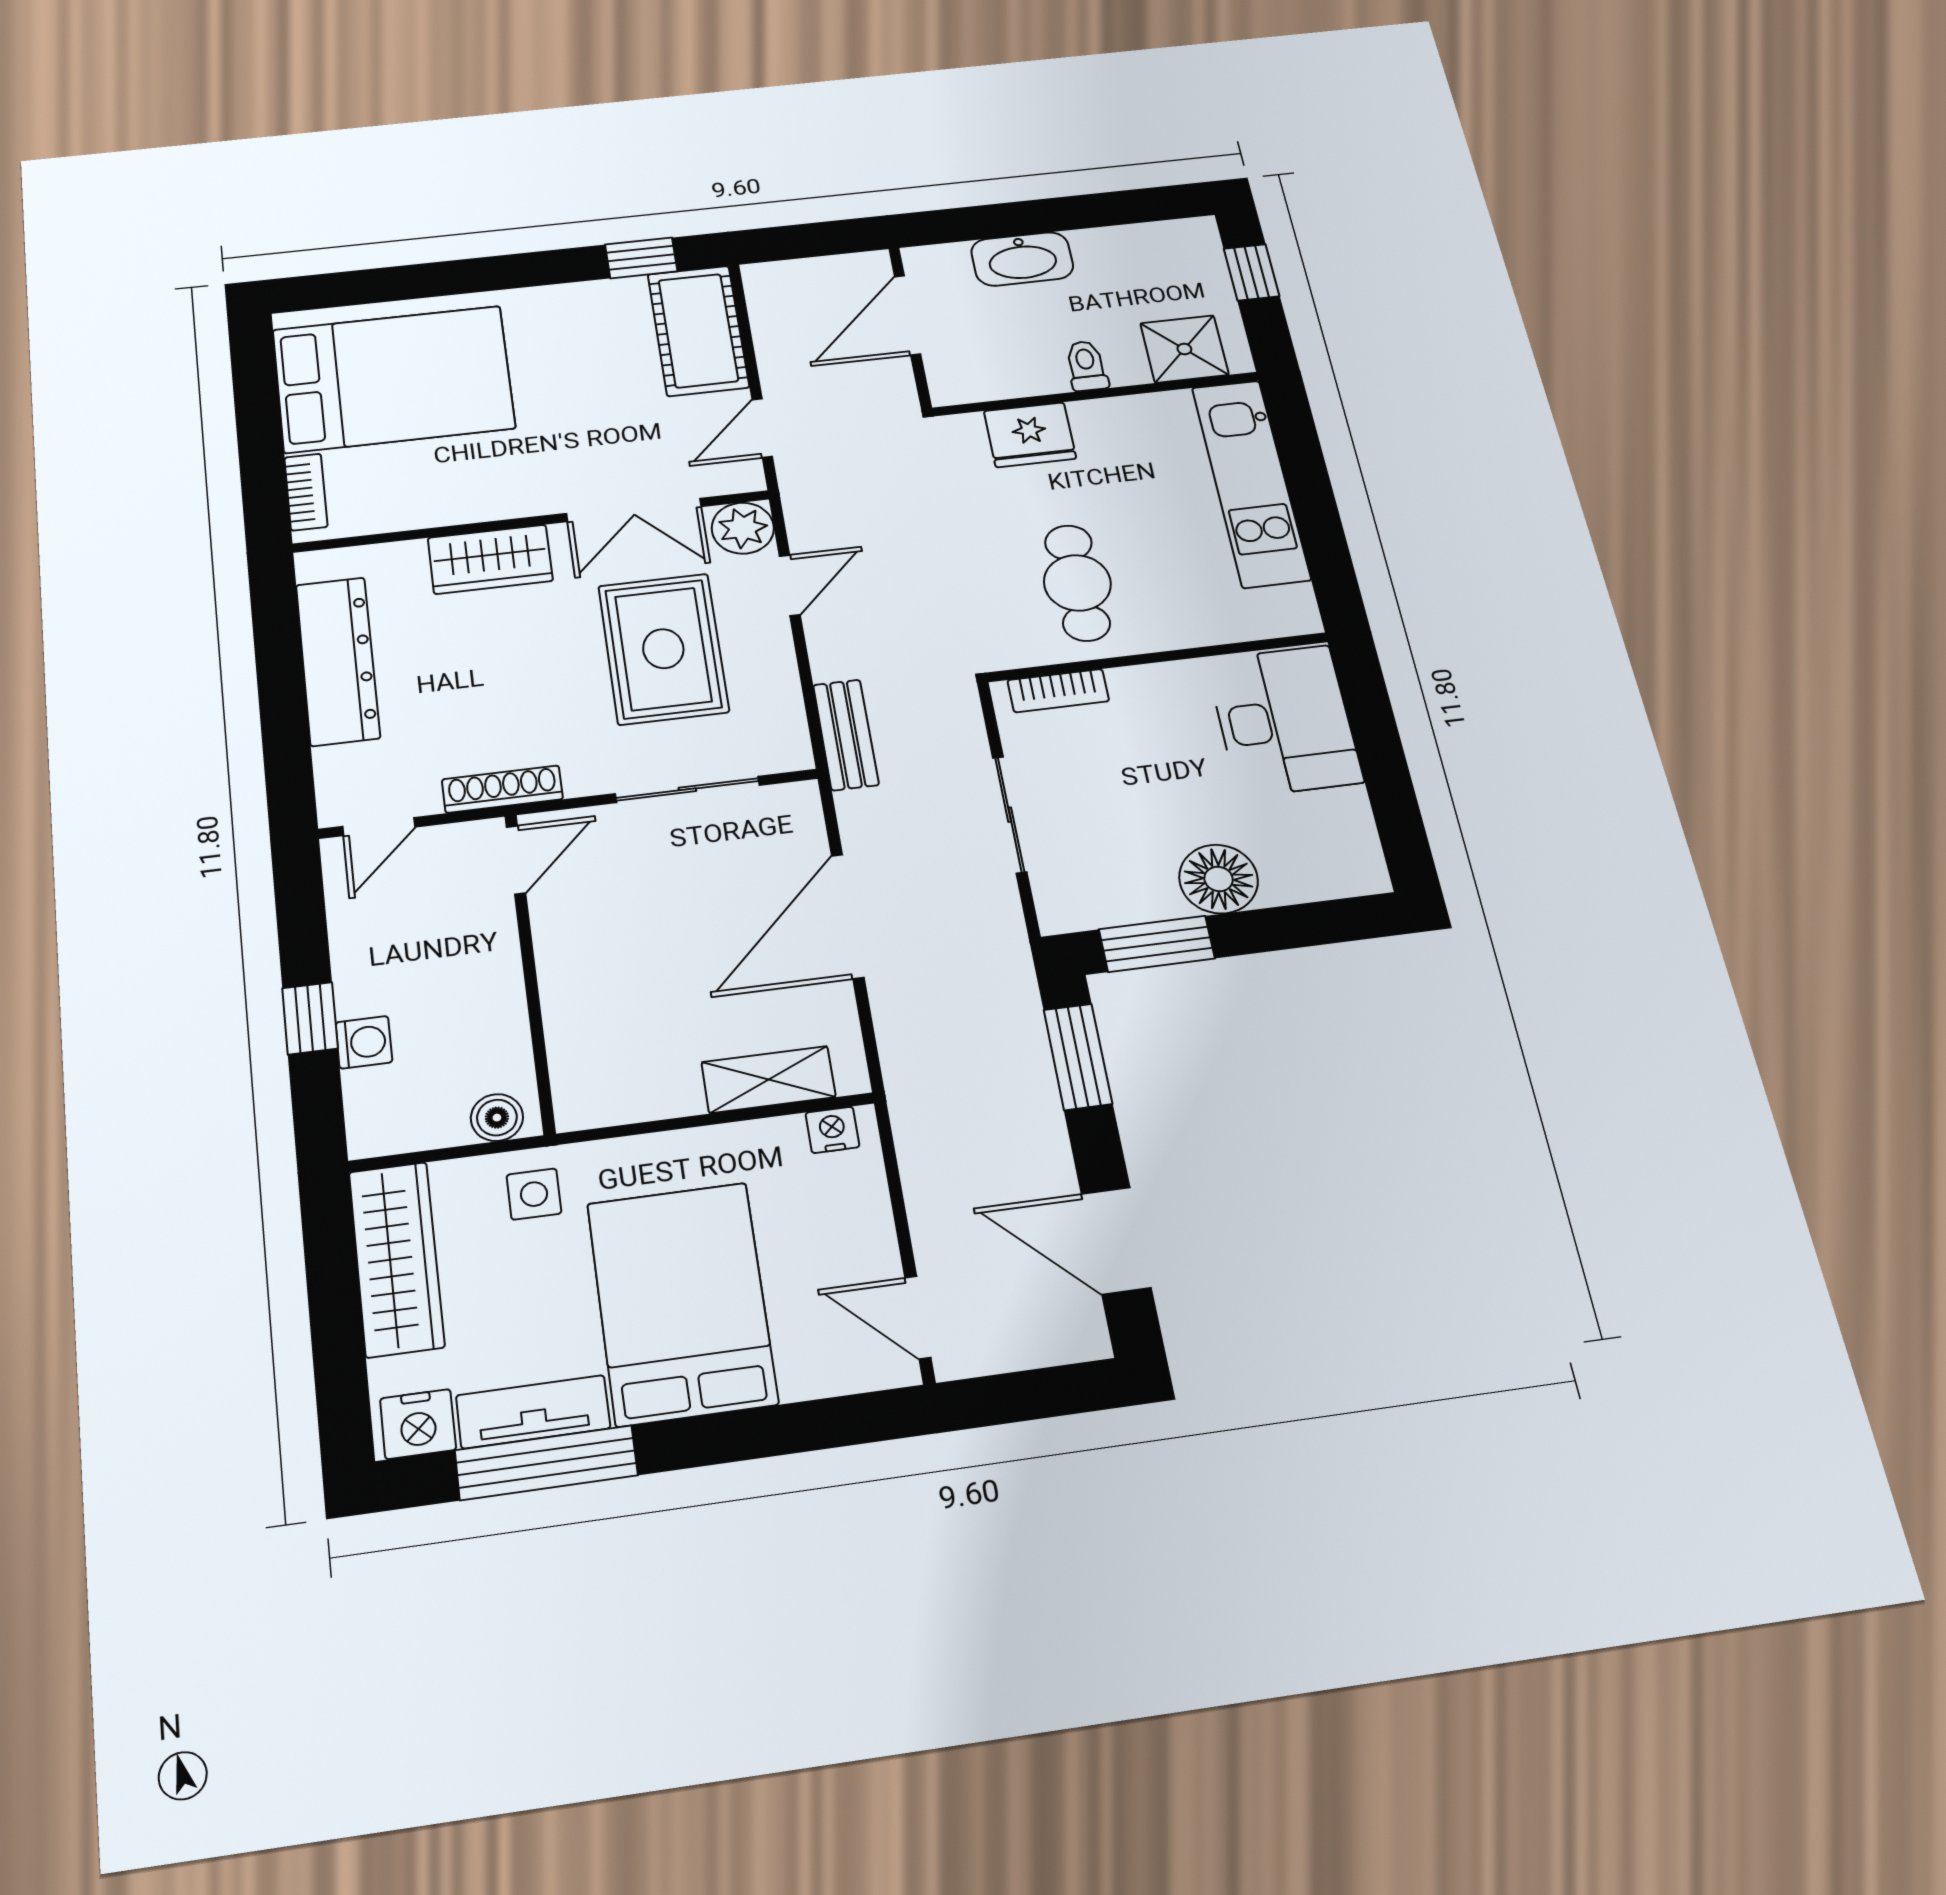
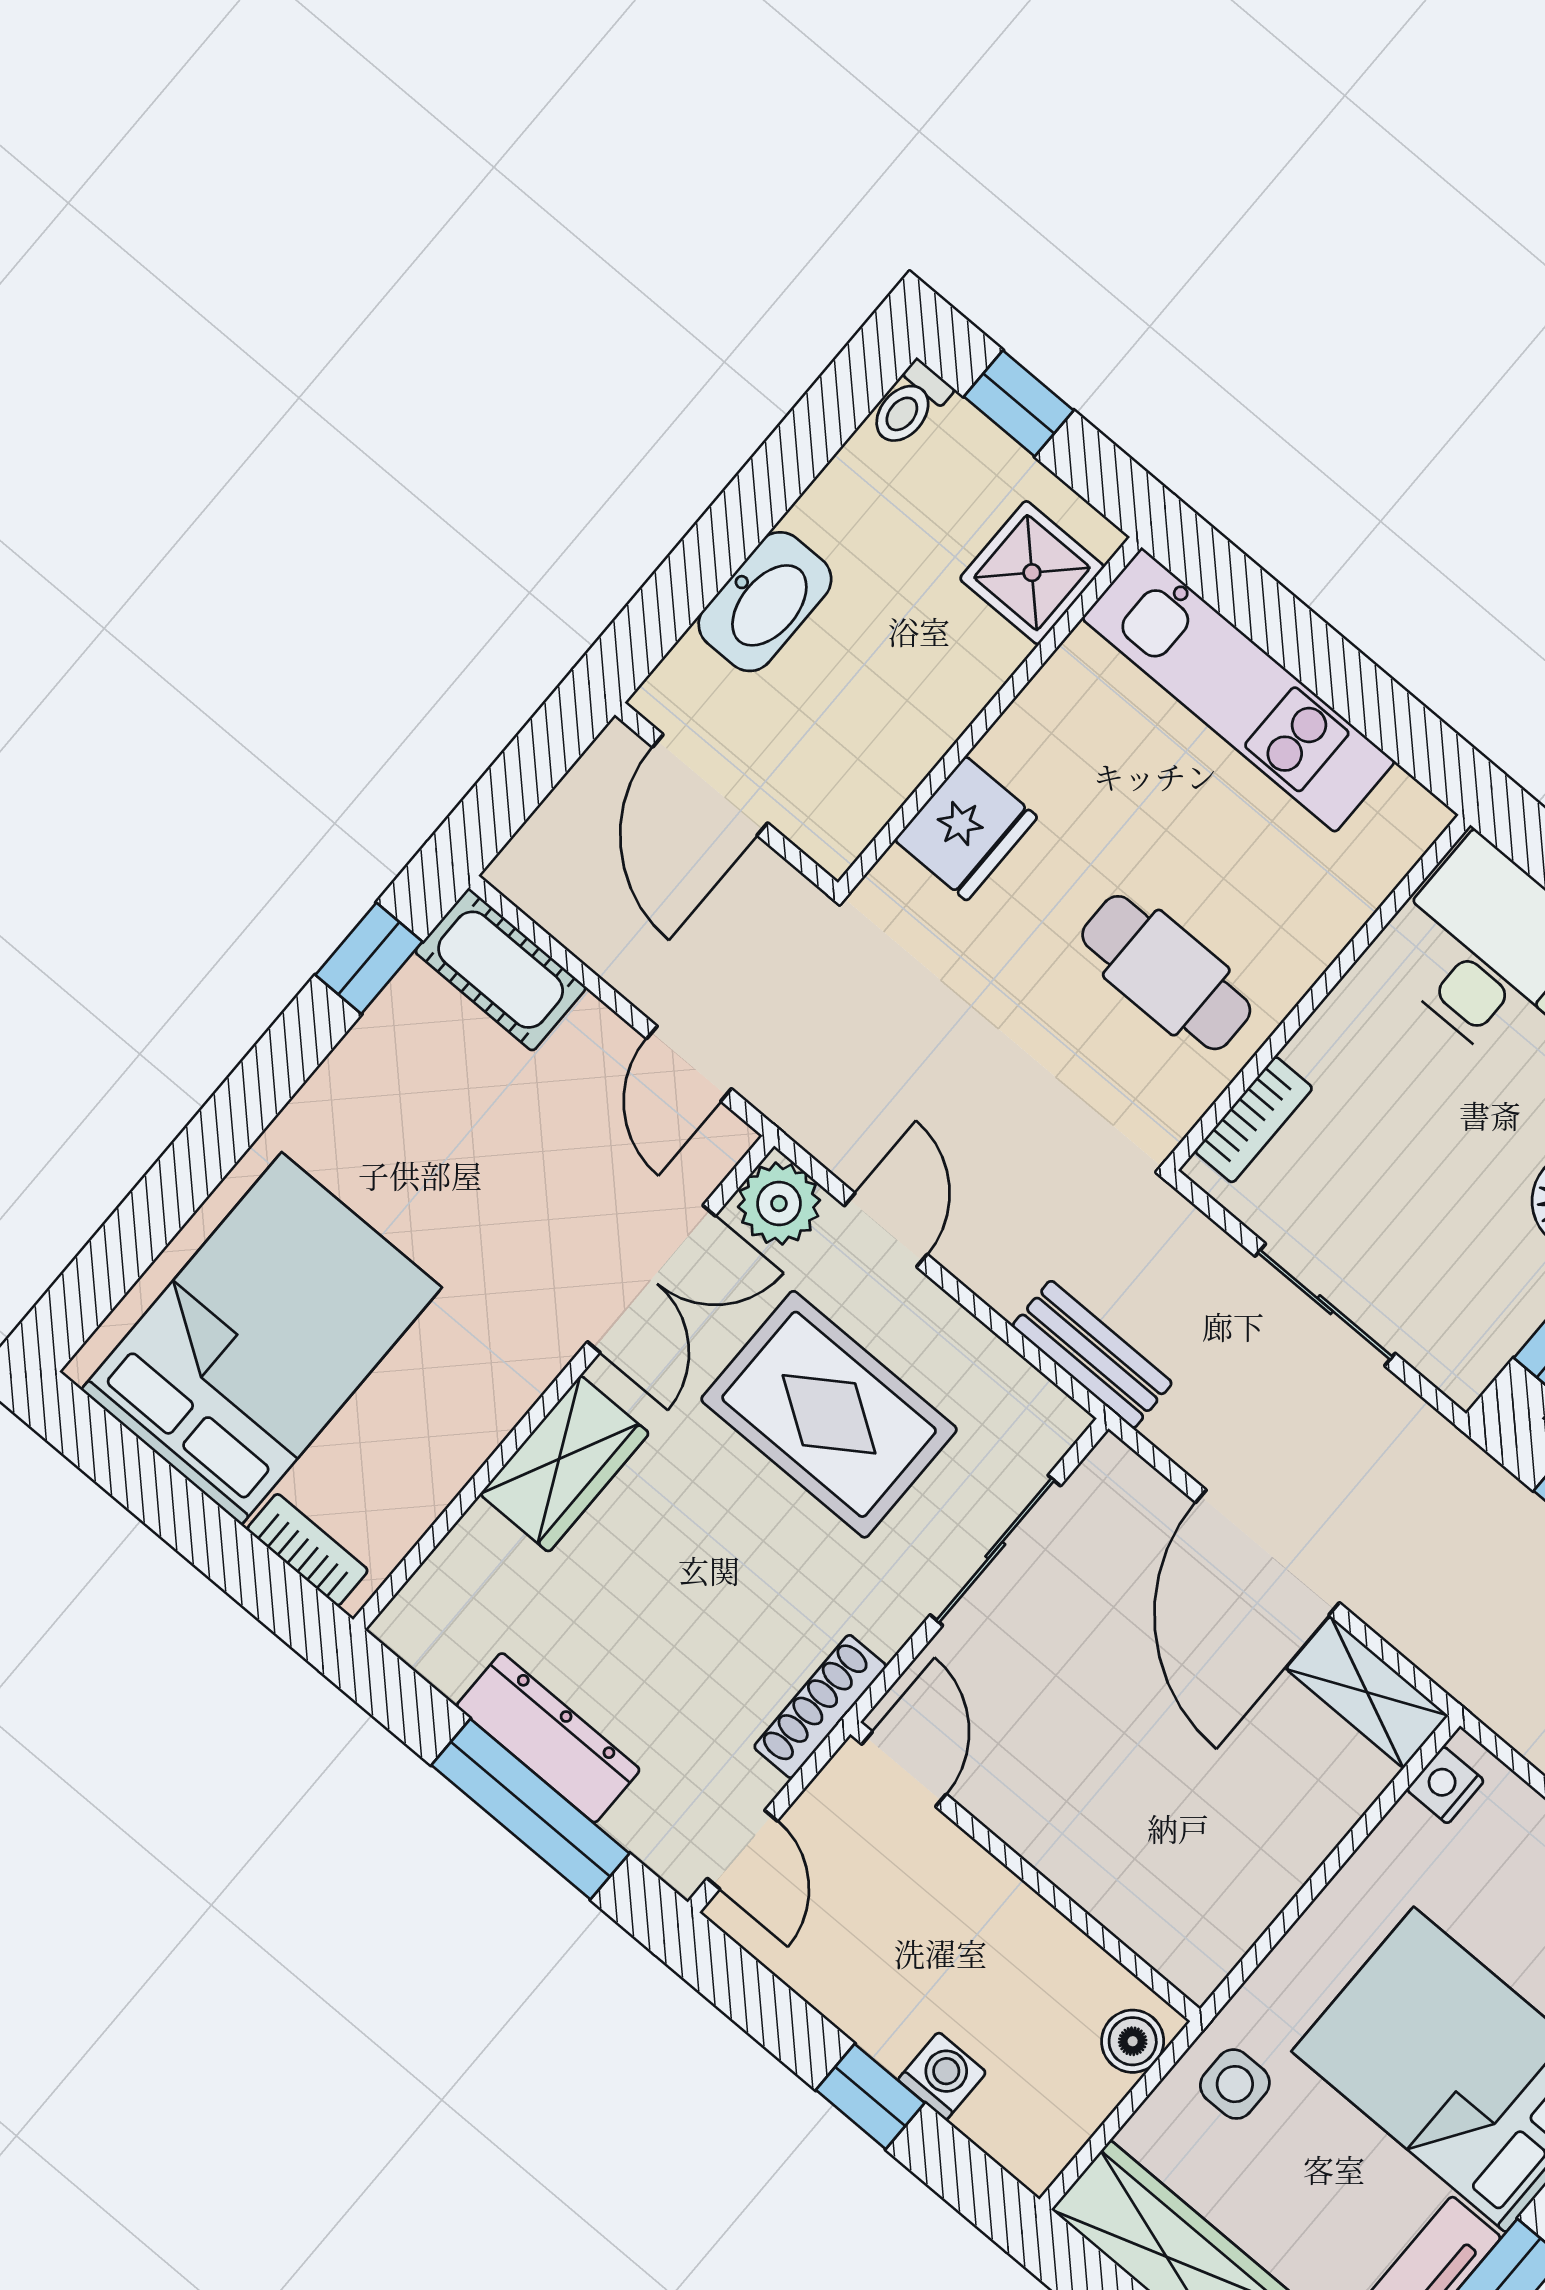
cot: (698, 330) -> (501, 970), width x0.73, depth x0.75
toilet: (1086, 366) -> (909, 405), moved, turned -90
dresser: (338, 661) -> (548, 1738), width x0.73, depth x0.80
window: (284, 711) -> (530, 1809), added
shelving: (768, 1080) -> (1367, 1692), moved, turned 90

